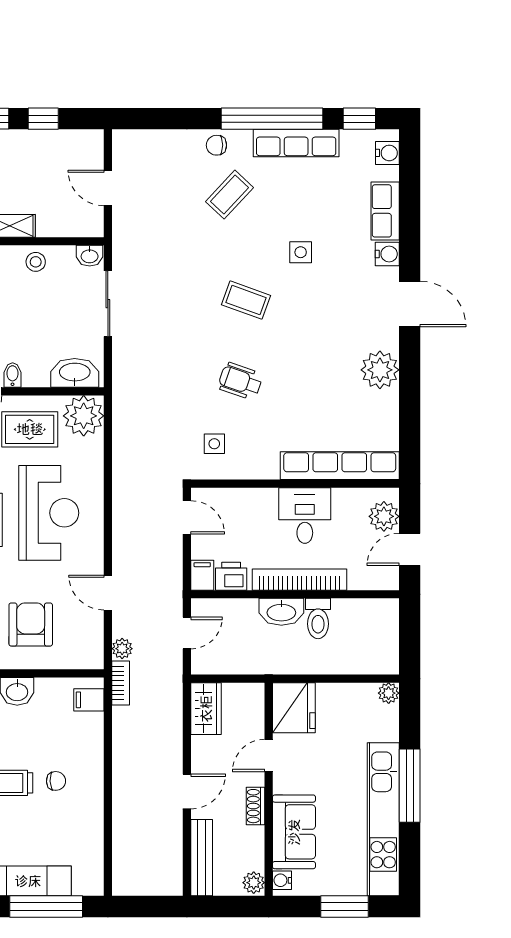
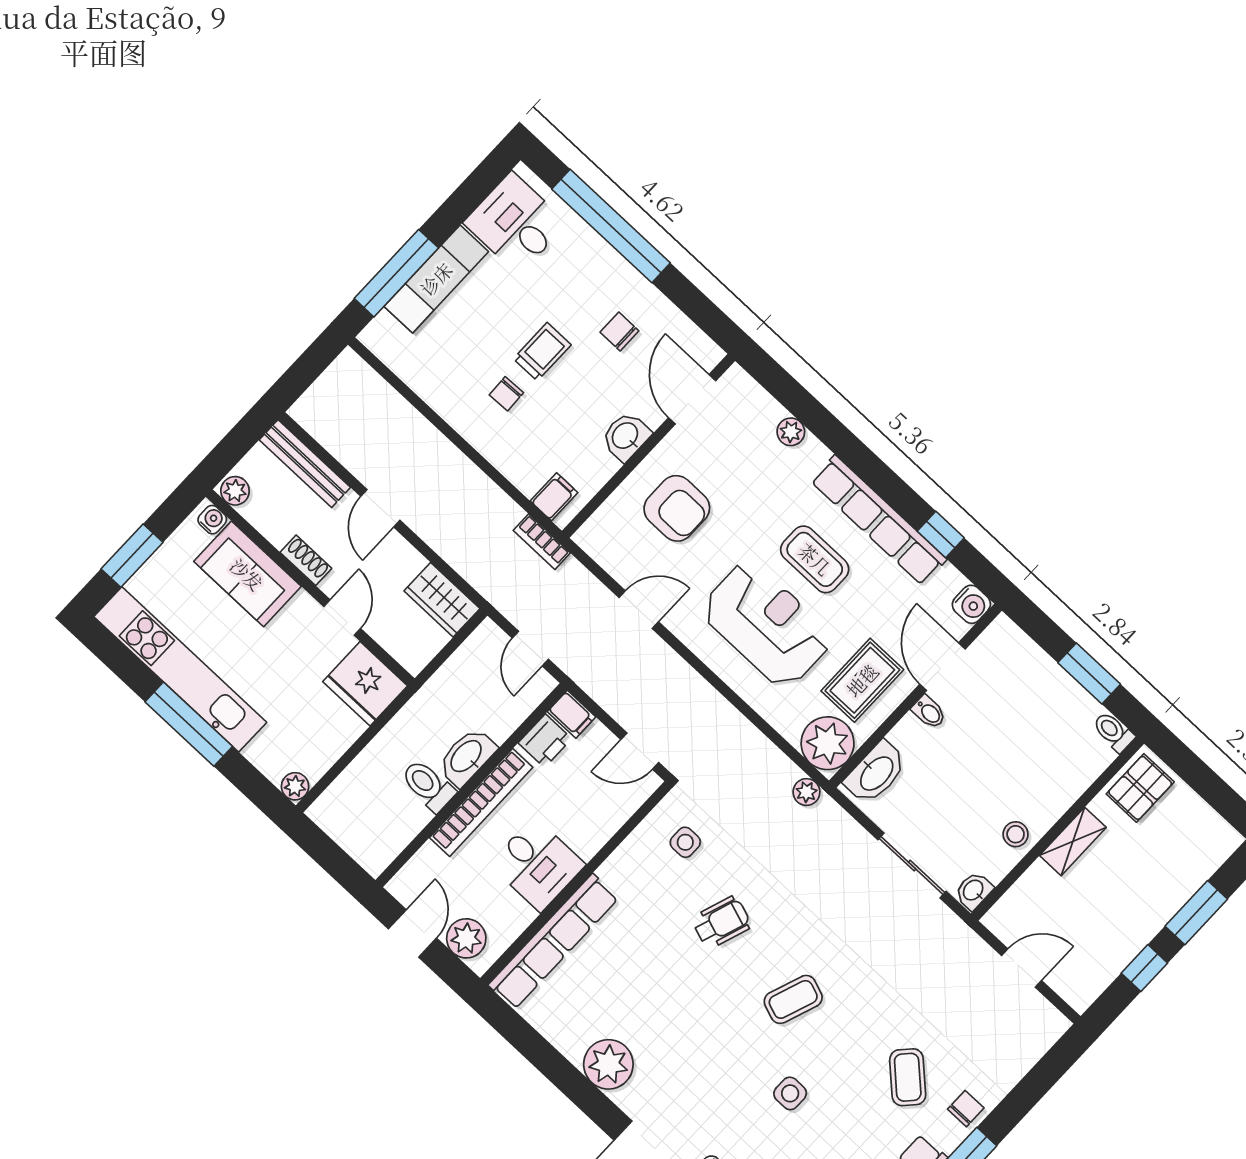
reception desk: (49, 513) -> (767, 624), turned 180
plant: (122, 649) -> (806, 792), moved

